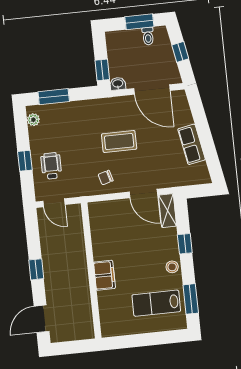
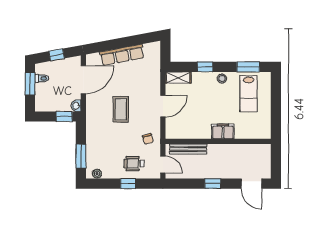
row of seats: (192, 144) -> (122, 55), width x1.48
chair: (106, 178) -> (148, 139), moved
door: (143, 193) -> (163, 106), moved
door: (54, 203) -> (163, 165), hinge flipped
bench: (77, 233) -> (188, 149), added

